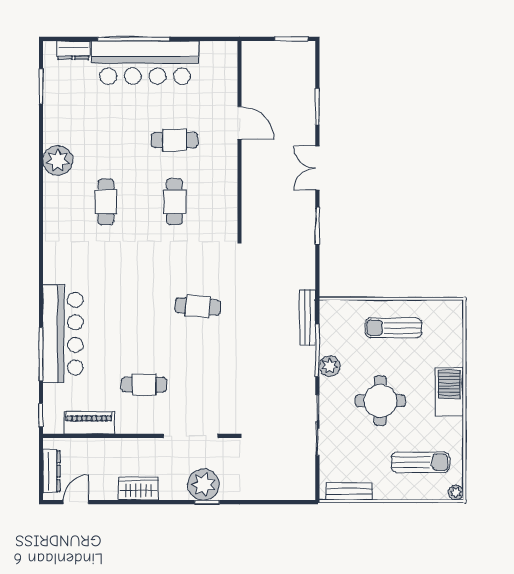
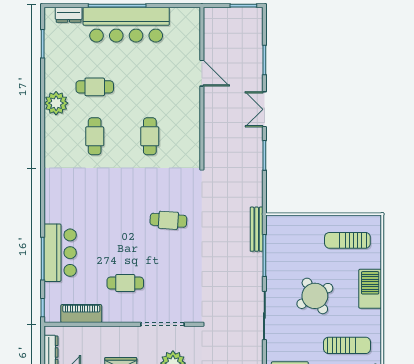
cafe table: (175, 140) -> (95, 87), moved
sun lounger: (394, 328) -> (347, 240), moved
bar counter: (63, 334) -> (60, 253), width x0.73
plant: (330, 366) -> (274, 268), removed
round table: (380, 401) -> (315, 296), turned -31

